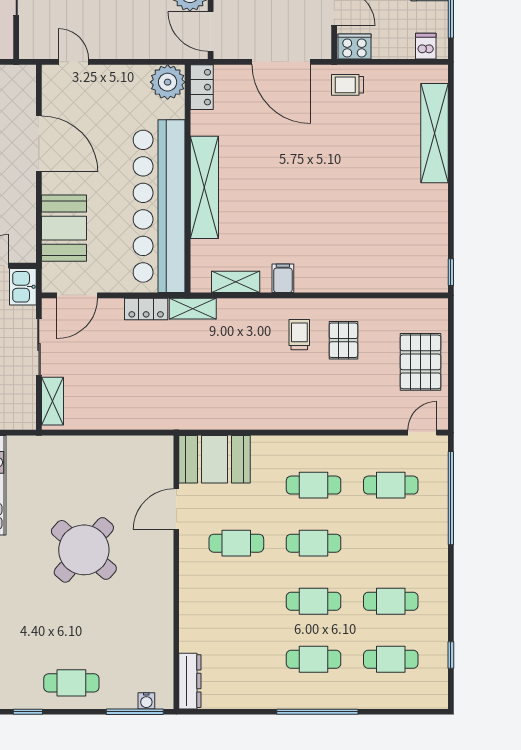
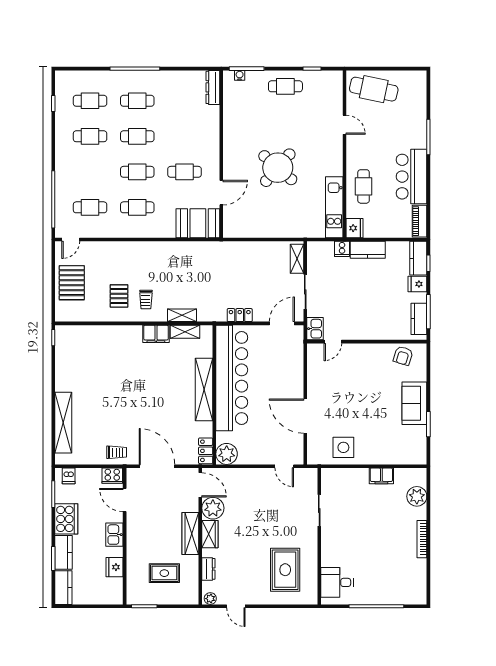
booth: (64, 228) -> (290, 365), removed
filing cabinet: (283, 278) -> (156, 334), width x2.00
shelving: (193, 309) -> (182, 315), moved

